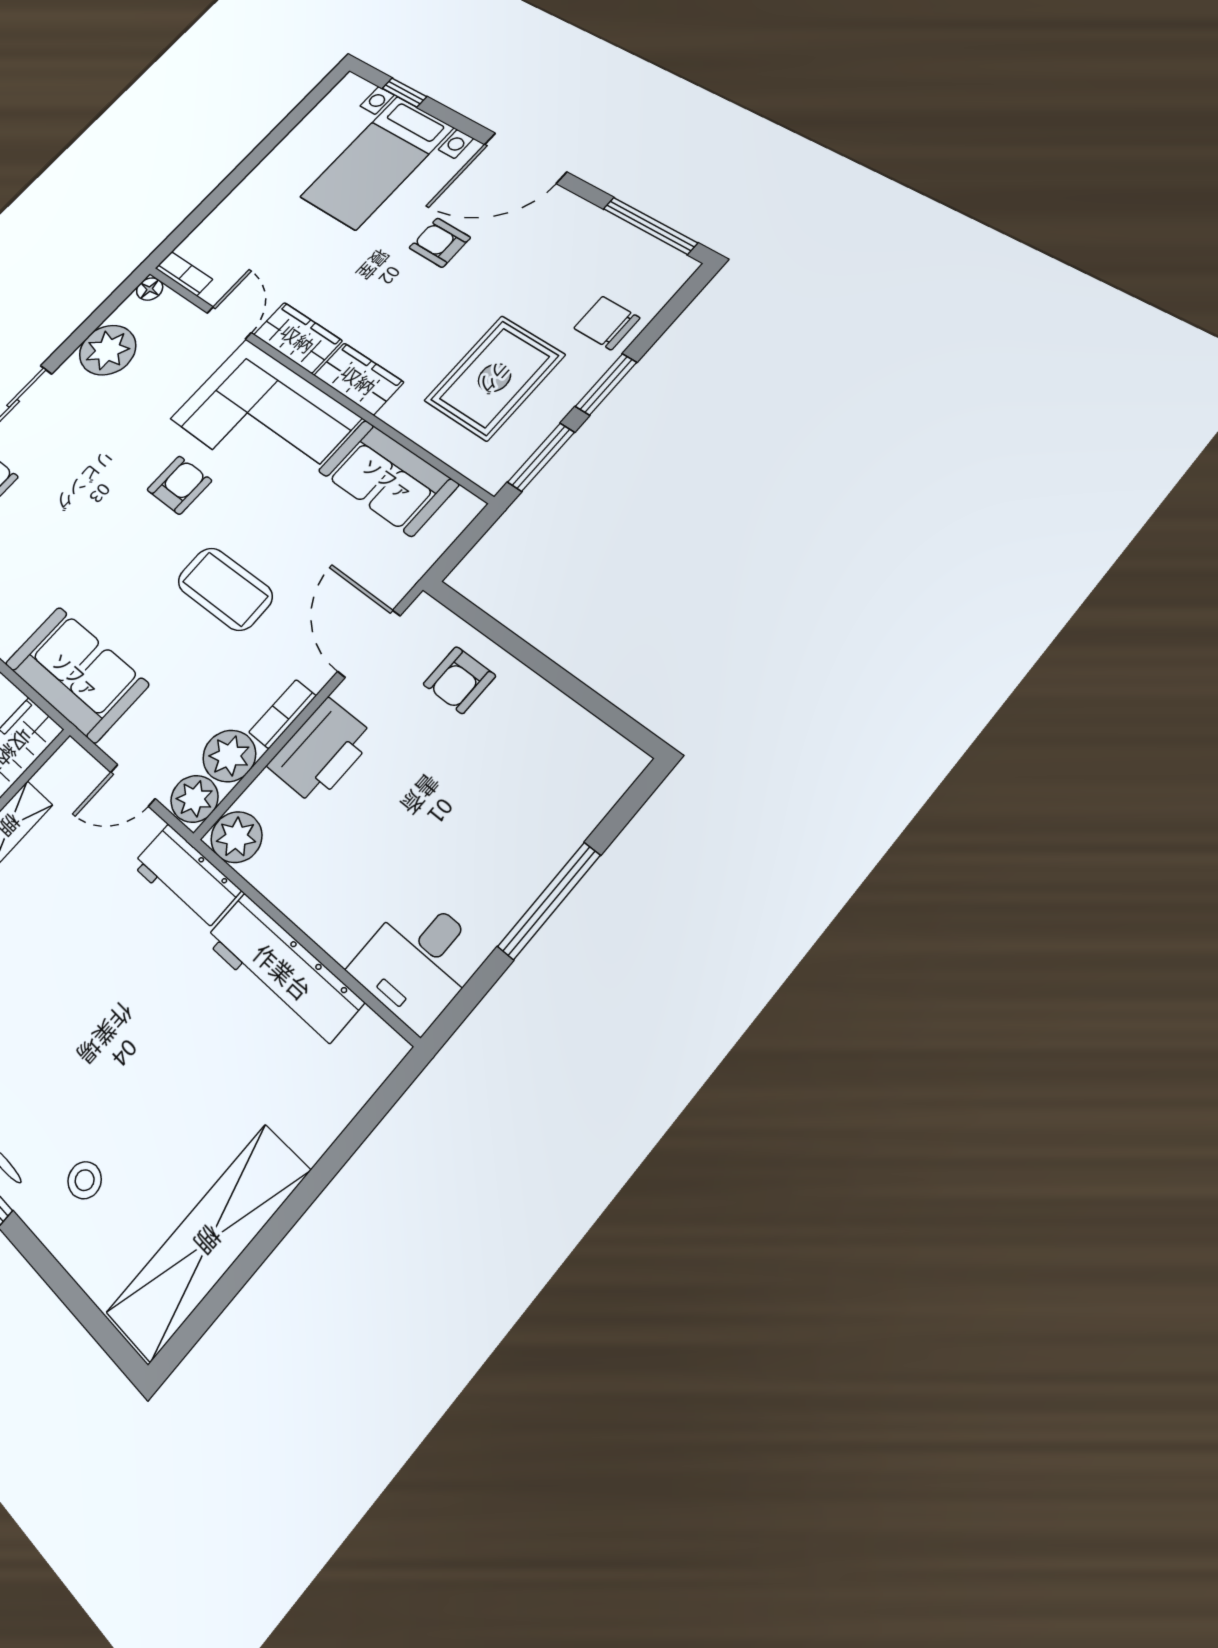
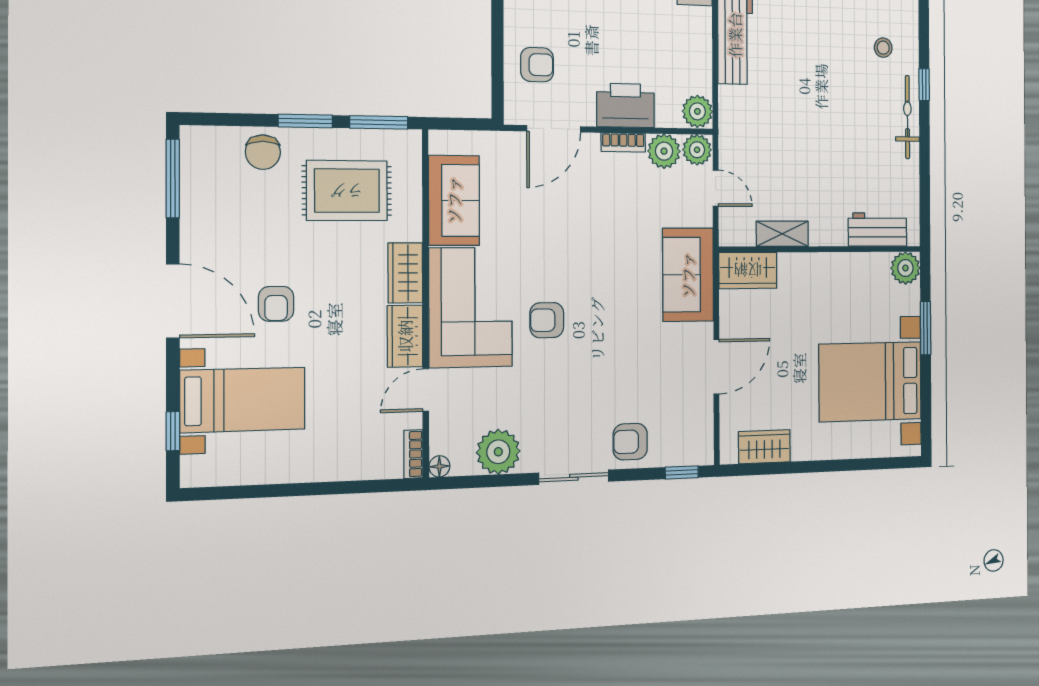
coffee table: (225, 589) -> (584, 236), removed
workbench: (186, 878) -> (734, 119), removed

